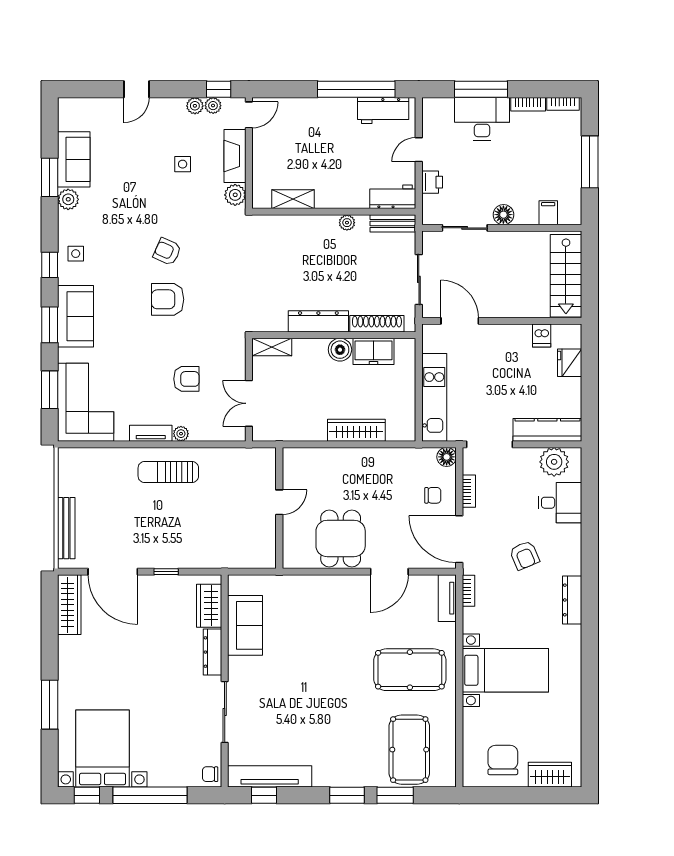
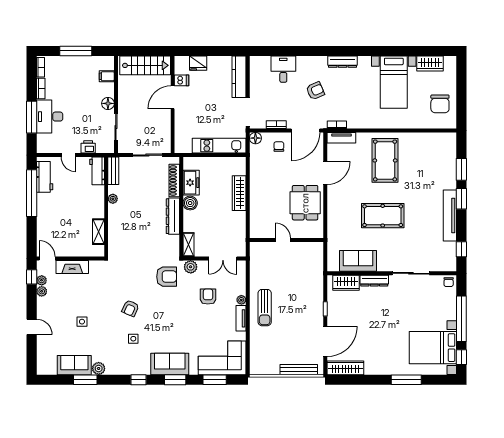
side table: (183, 164) -> (82, 322), moved
plant: (235, 195) -> (191, 267), moved
side table: (76, 254) -> (133, 339), moved
armchair: (168, 299) -> (167, 277), moved, turned -90
door: (460, 321) -> (173, 97), moved
plant: (554, 462) -> (258, 73), removed
dining table: (341, 538) -> (305, 203), turned 90
door: (389, 572) -> (325, 173), hinge flipped
bed with nightstands: (505, 670) -> (394, 82), moved, turned 180
pool table: (409, 750) -> (383, 216), moved
chair: (503, 760) -> (440, 104), turned -90
wardrobe: (550, 775) -> (430, 64), moved, turned -90
tv unit: (270, 776) -> (450, 216), moved

